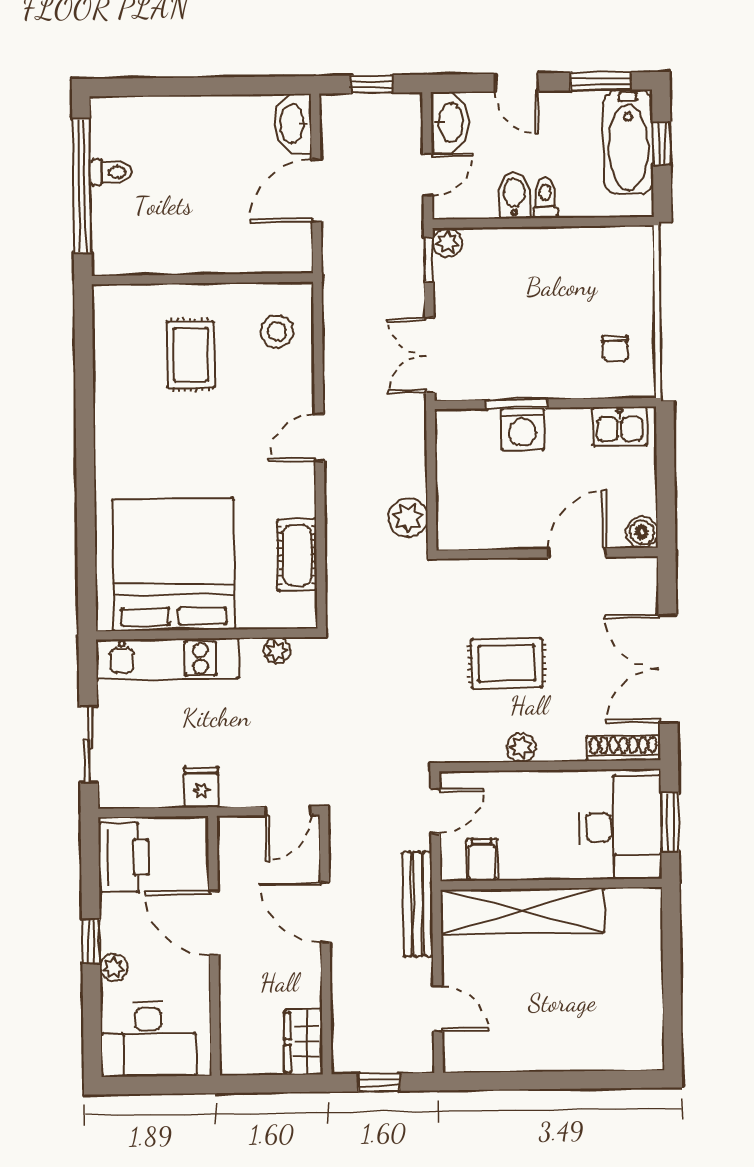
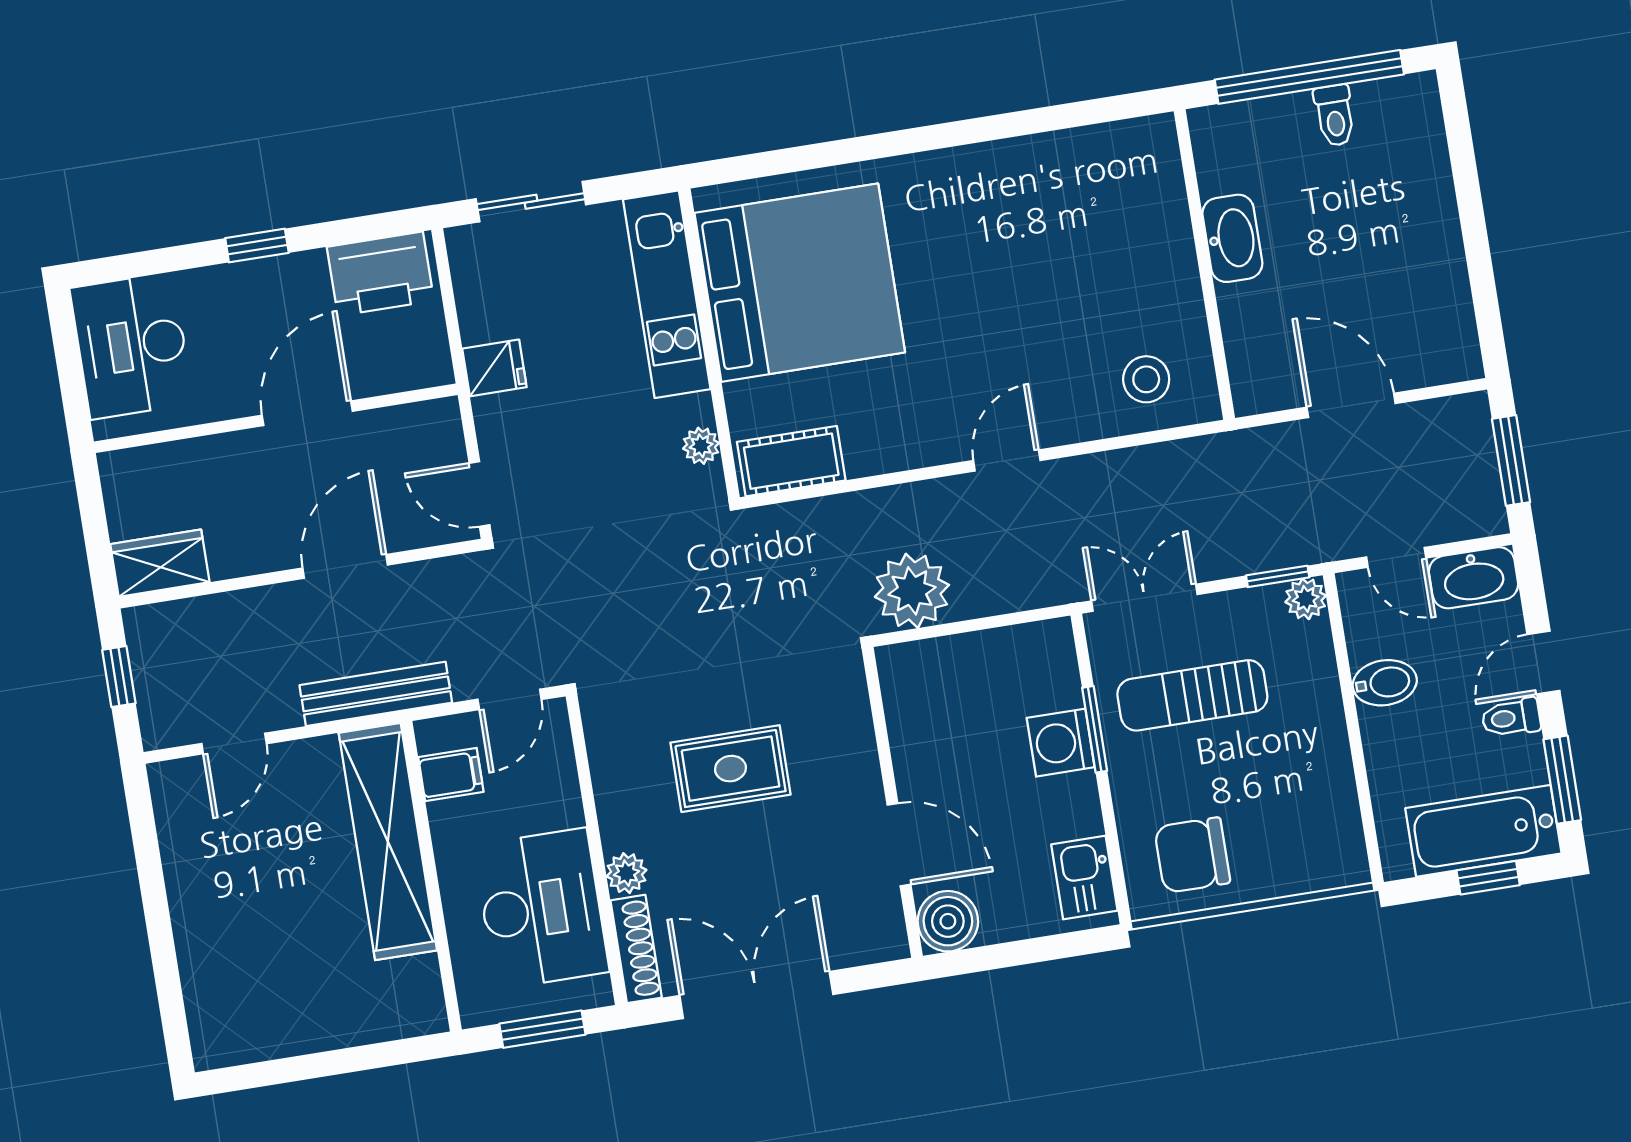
window: (372, 84) -> (1511, 460), width x1.50
washbasin: (293, 124) -> (1232, 238), moved, turned 90
toilet: (545, 198) -> (1511, 718), moved, turned 180
sun lounger: (503, 332) -> (1192, 695), added
chair: (615, 348) -> (1192, 855), width x1.87, depth x1.87
rug: (190, 355) -> (1096, 263), removed
door: (319, 438) -> (1007, 460), hinge flipped
plant: (408, 518) -> (912, 591), width x1.36, depth x1.36
boiler: (642, 532) -> (948, 921), width x1.36, depth x1.36
cot: (297, 555) -> (791, 461), moved
rug: (507, 663) -> (730, 769), turned 90
plant: (521, 748) -> (626, 873), moved
door: (435, 811) -> (510, 699), hinge flipped
desk: (620, 827) -> (541, 909), moved, turned -90
plant: (114, 968) -> (224, 283), removed

